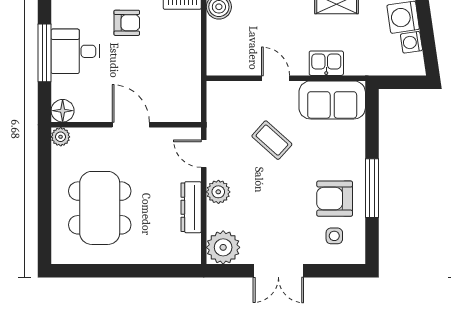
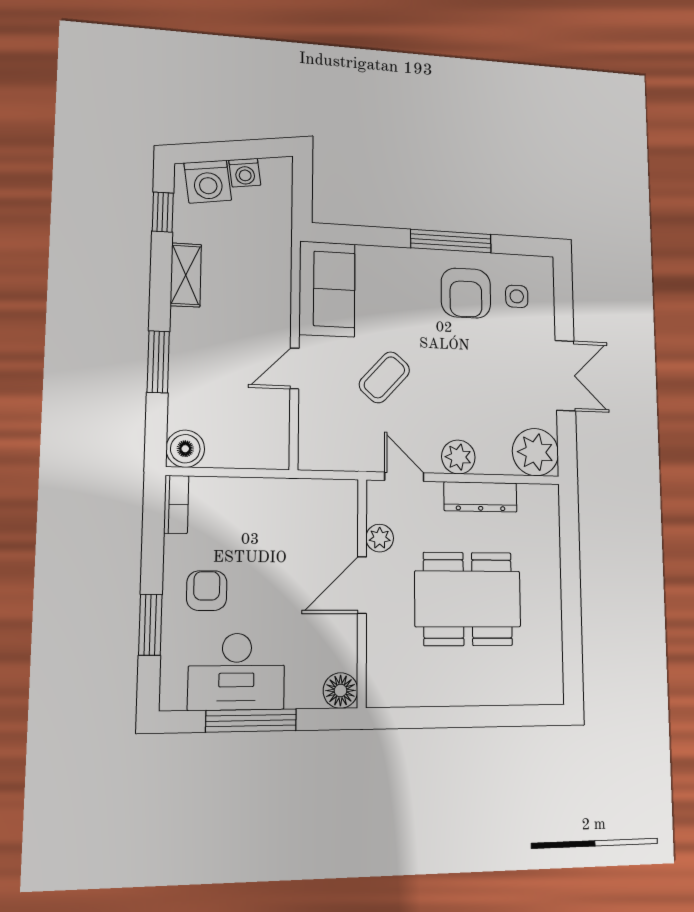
desk: (75, 51) -> (237, 672), width x1.37
kitchen sink: (326, 63) -> (273, 294), removed
plant: (61, 137) -> (380, 538), moved
door: (204, 154) -> (404, 477), swing flipped
dining table: (100, 208) -> (468, 599), moved

